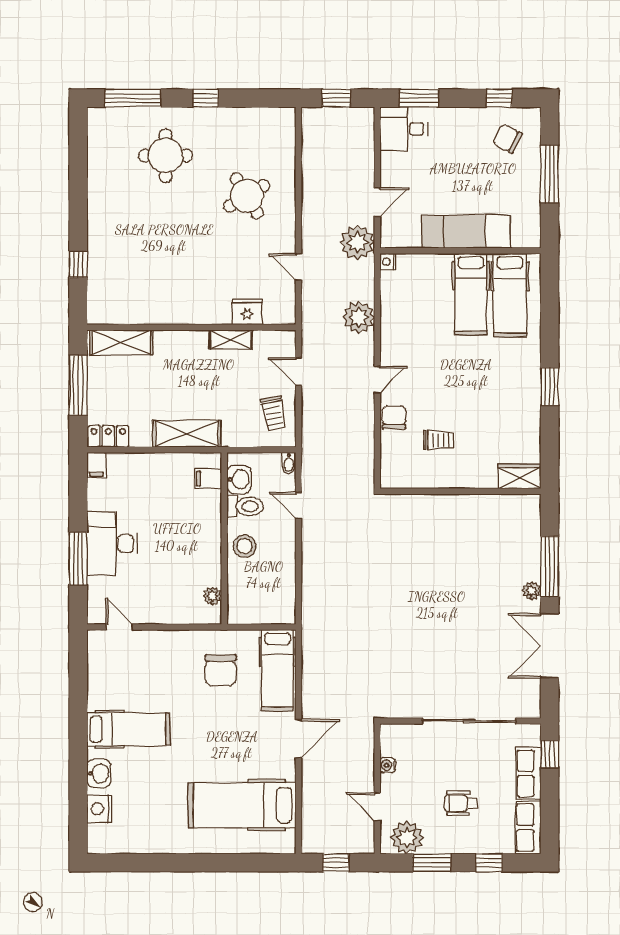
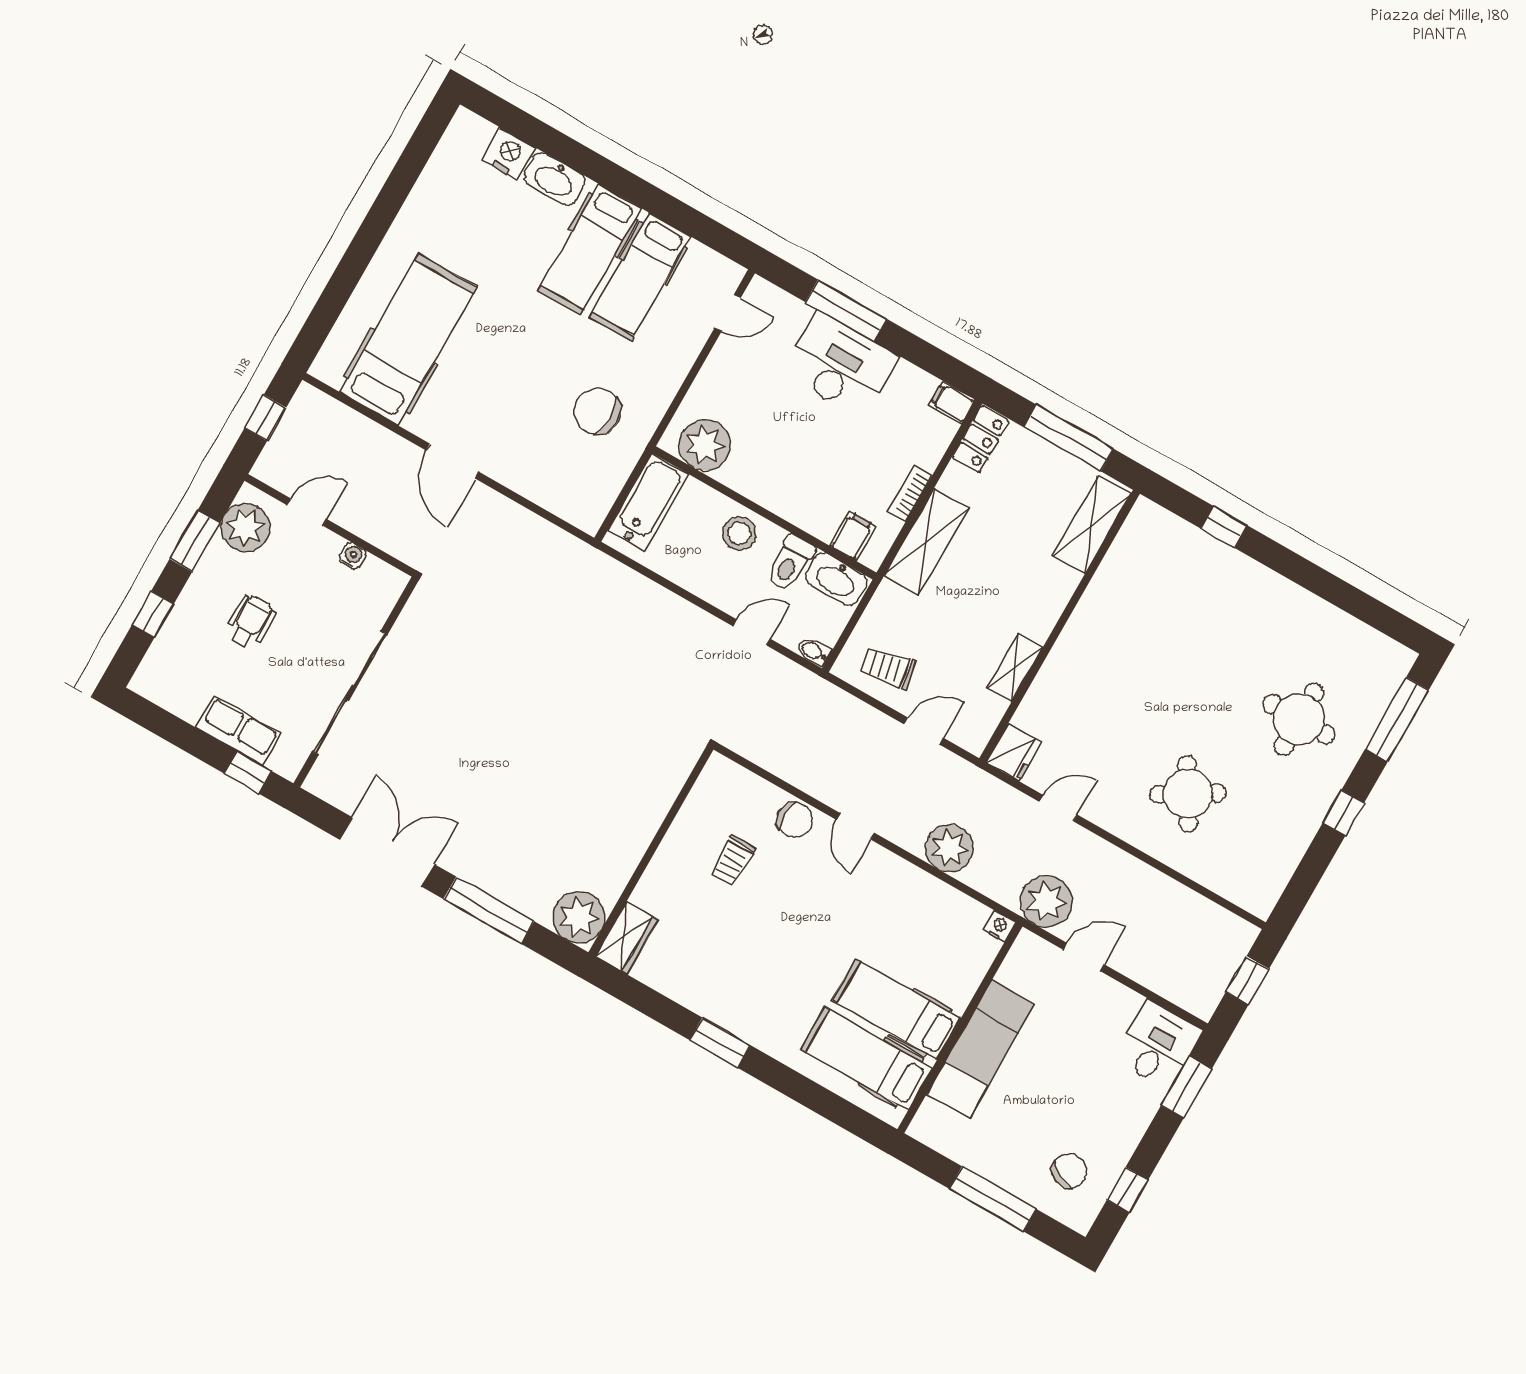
door: (377, 202) -> (1084, 957), swing flipped
fridge: (247, 312) -> (1014, 752), moved
bookcase: (164, 460) -> (910, 493), added
washbasin: (239, 479) -> (836, 579), width x1.38
plant: (532, 591) -> (579, 917), moved, width x1.88, depth x1.88
plant: (212, 596) -> (705, 445), width x1.87, depth x1.87
bathtub: (257, 610) -> (648, 502), added
hospital bed: (278, 670) -> (640, 277), moved, turned -90
washbasin: (99, 773) -> (554, 179), width x1.38
row of seats: (528, 828) -> (169, 691), removed

